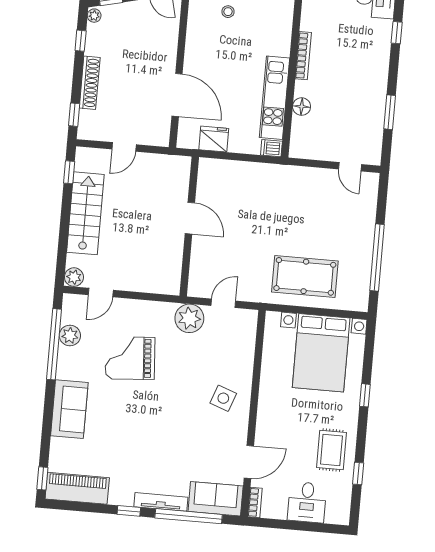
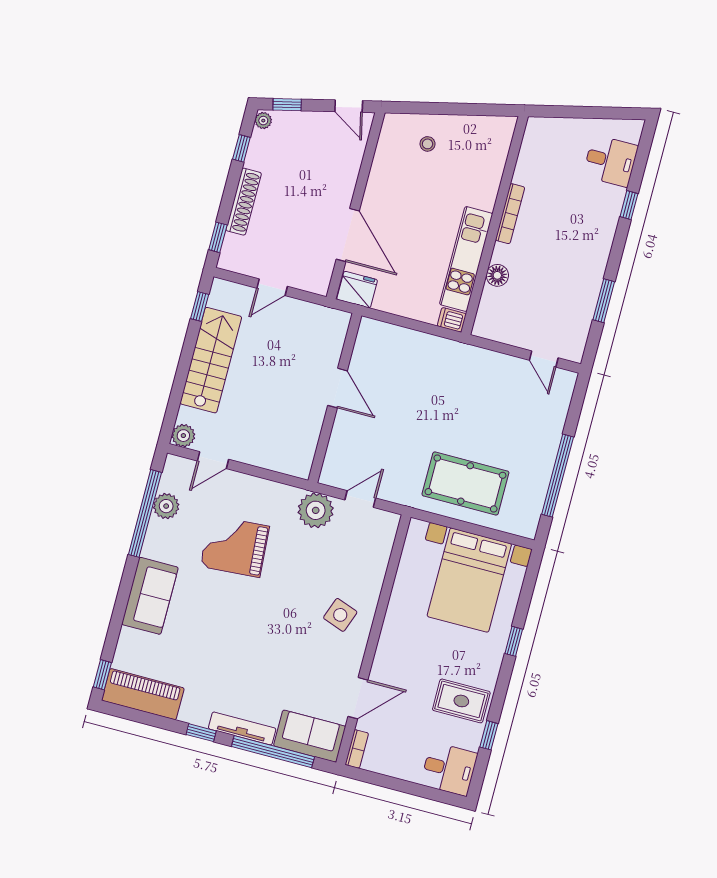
fridge: (214, 139) -> (357, 290), moved
rug: (331, 450) -> (461, 701), turned 90
desk: (307, 502) -> (449, 769), moved, turned -90

